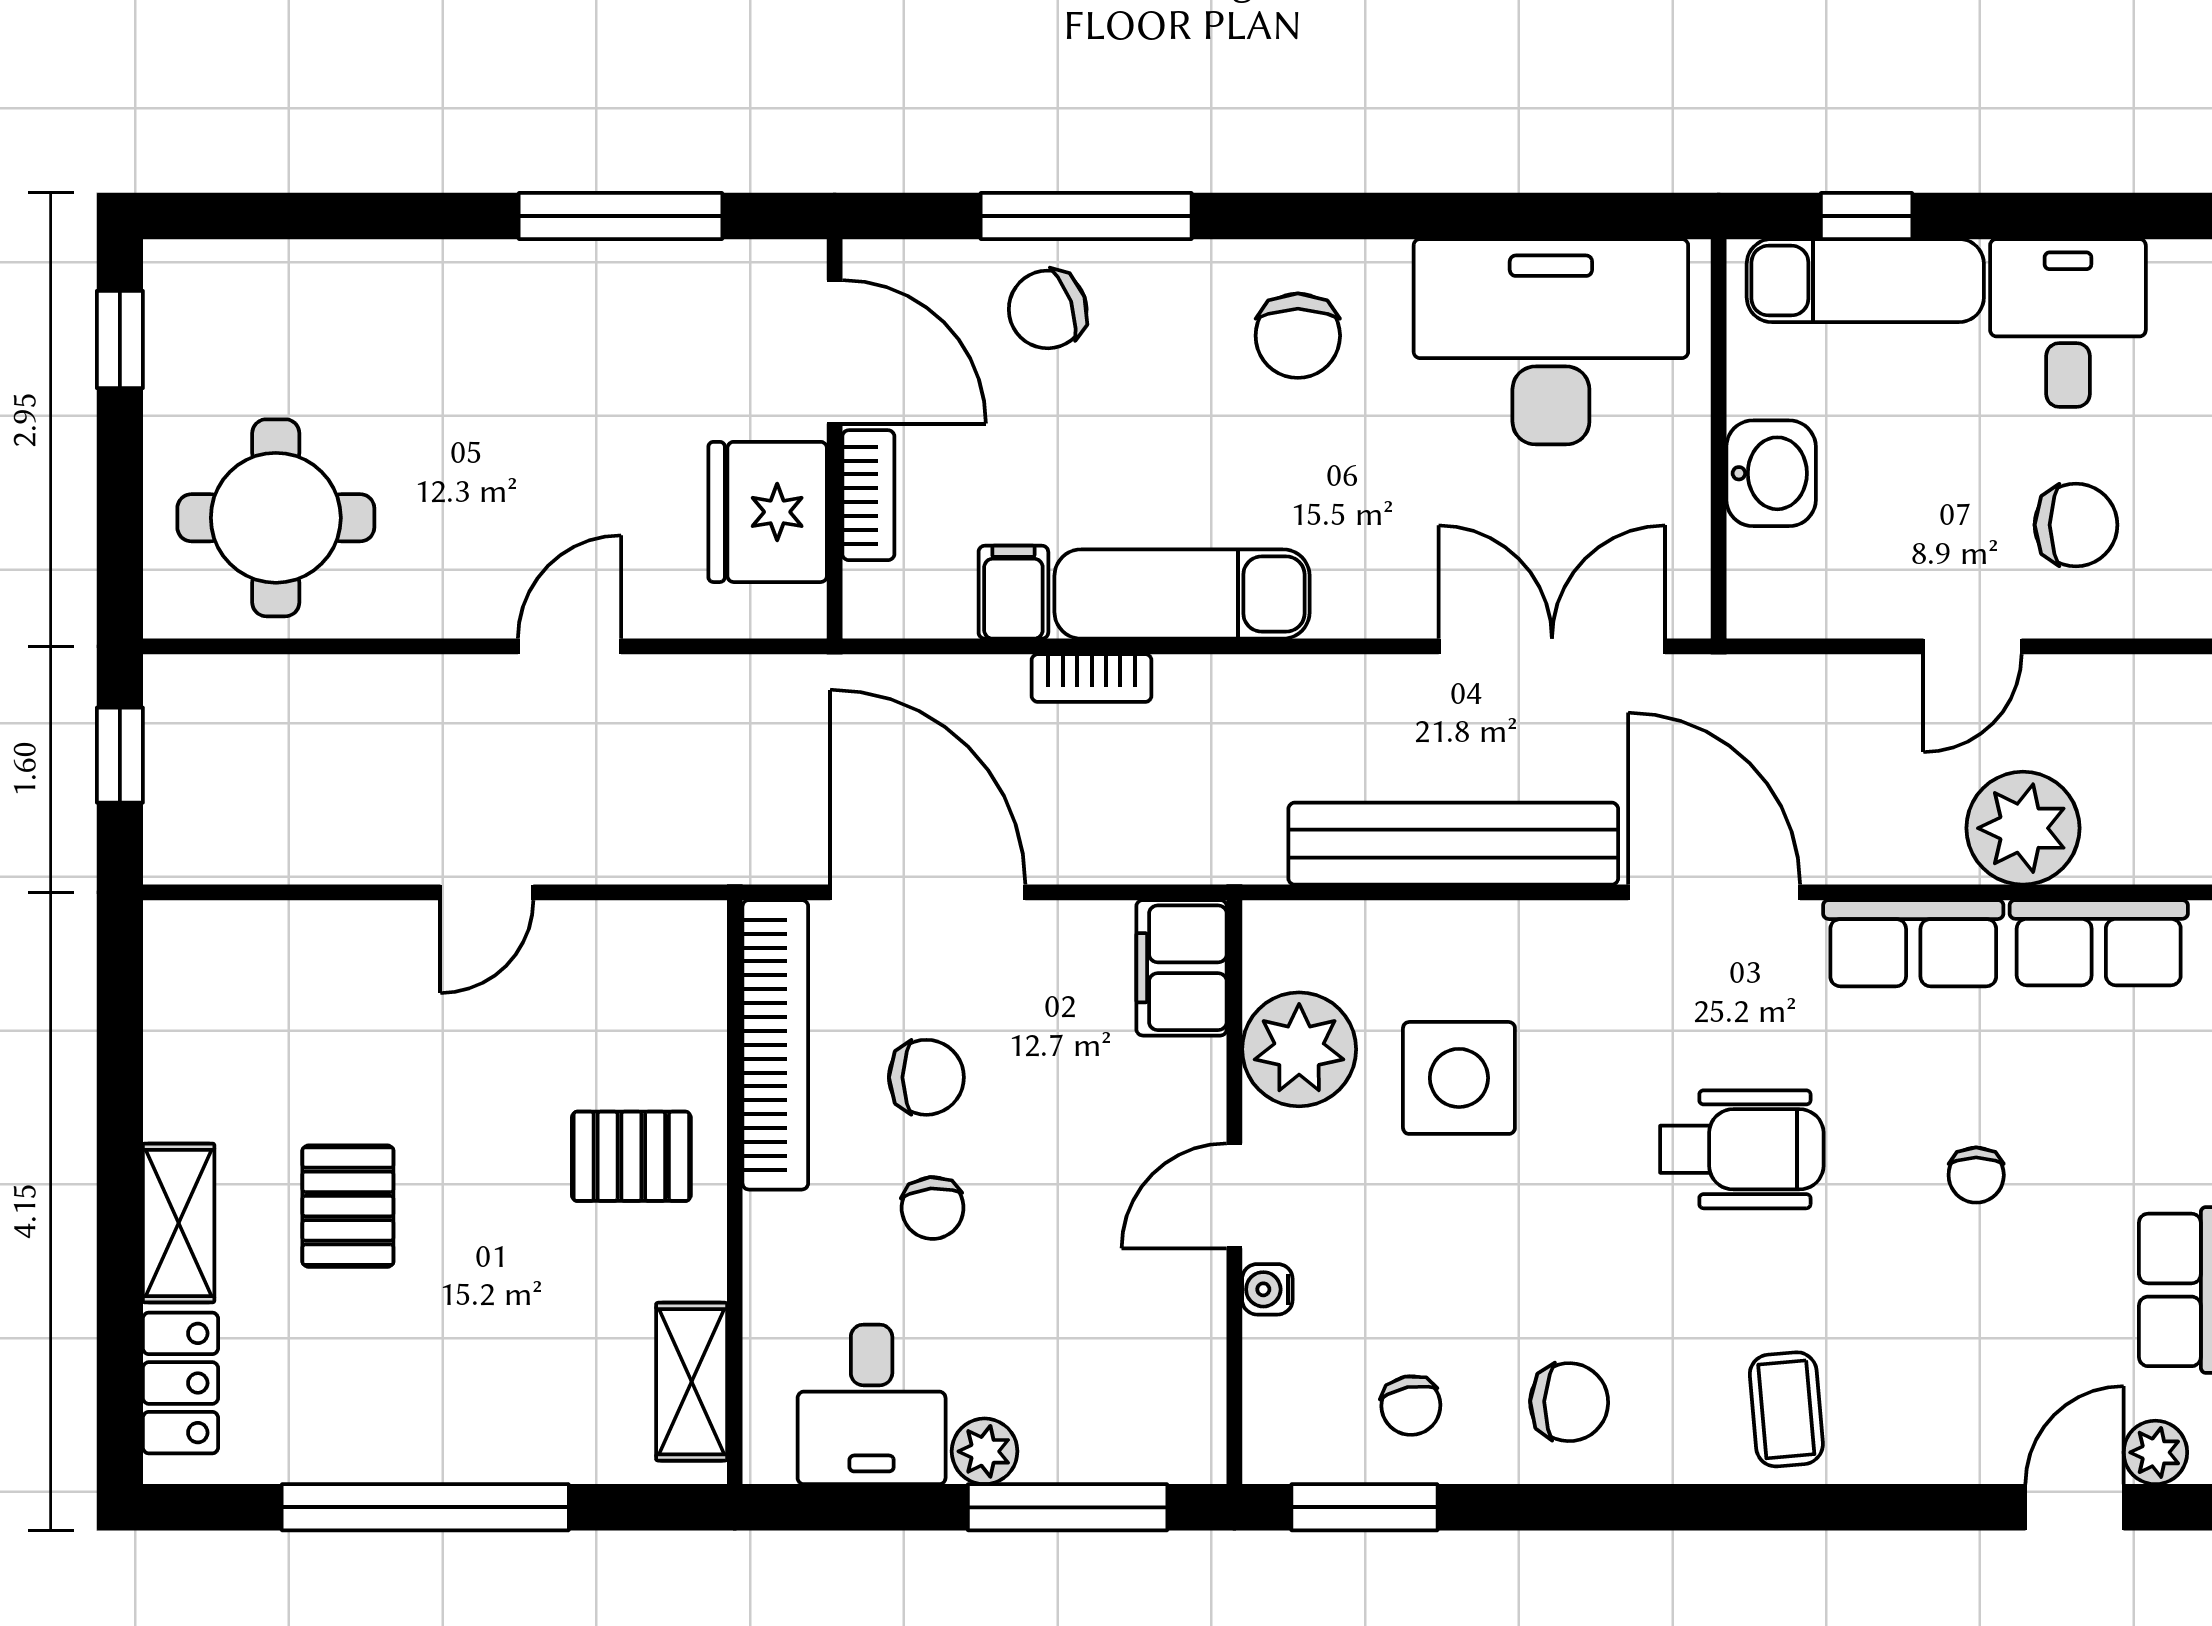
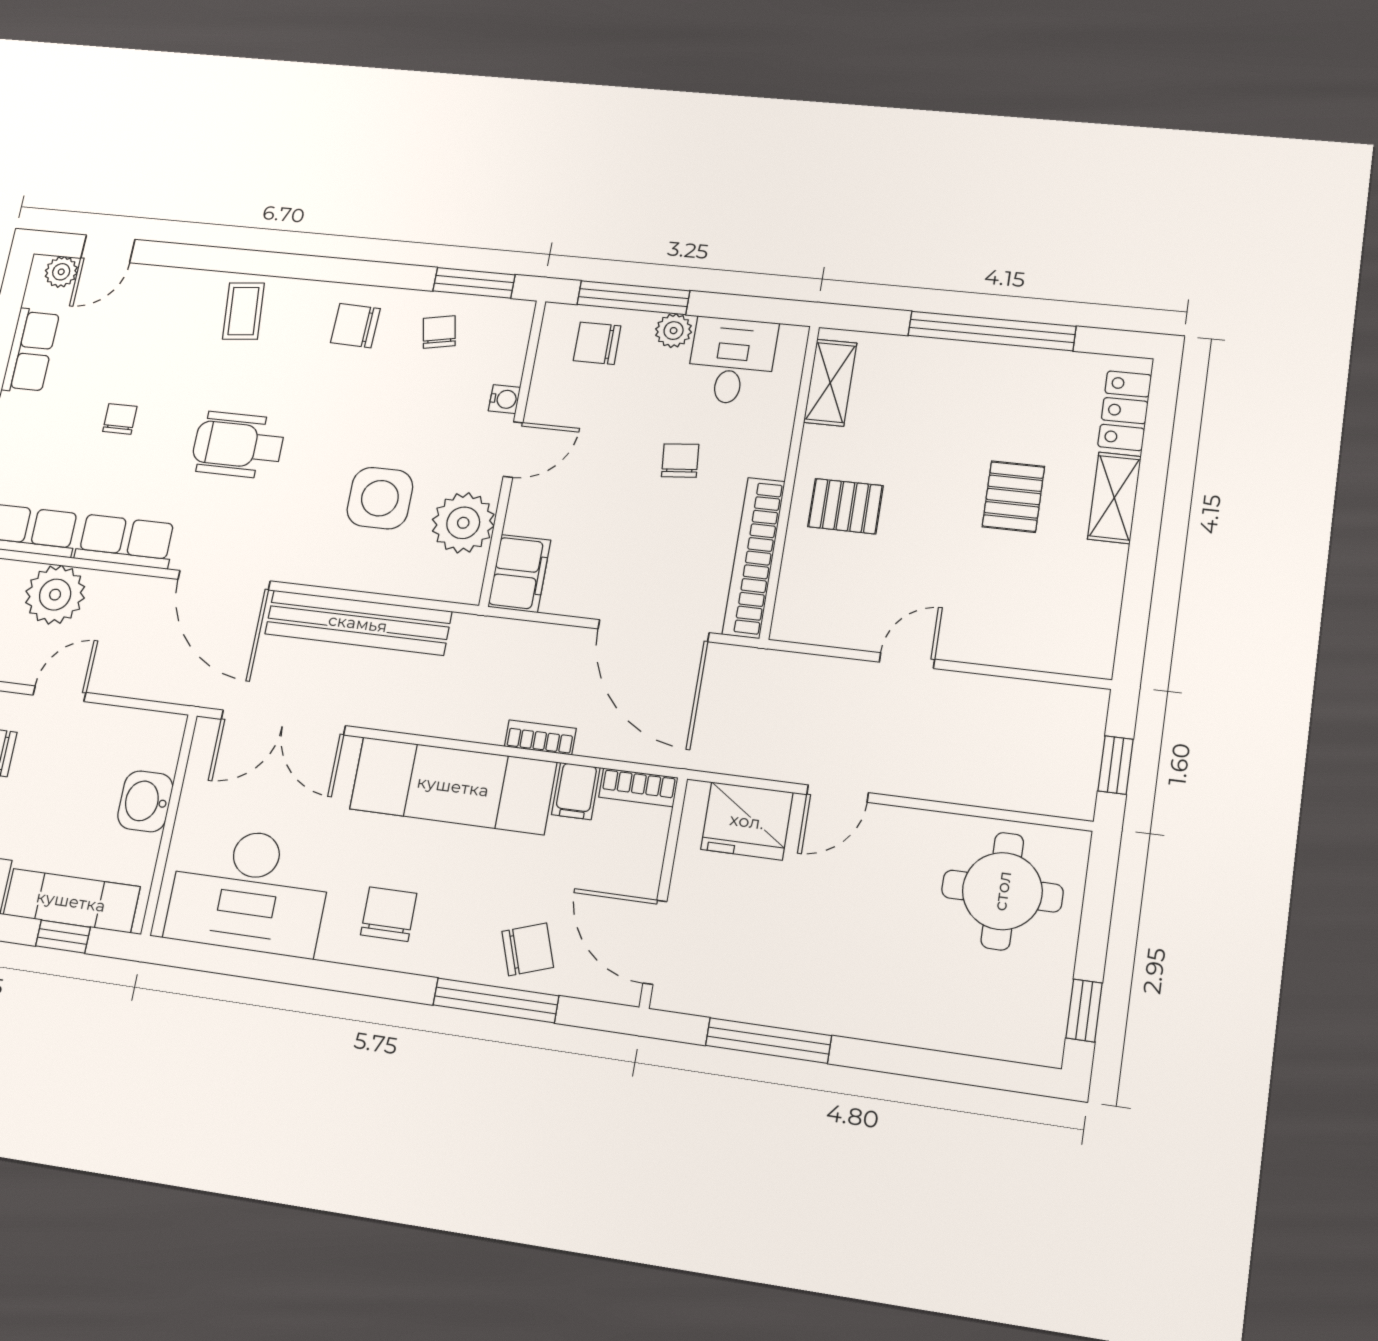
bookcase: (868, 495) -> (638, 787), moved, turned -90
fridge: (768, 512) -> (747, 821), moved, turned 90
exam couch: (1182, 594) -> (453, 786), width x1.36, depth x1.45
chair: (926, 1077) -> (597, 343), moved

